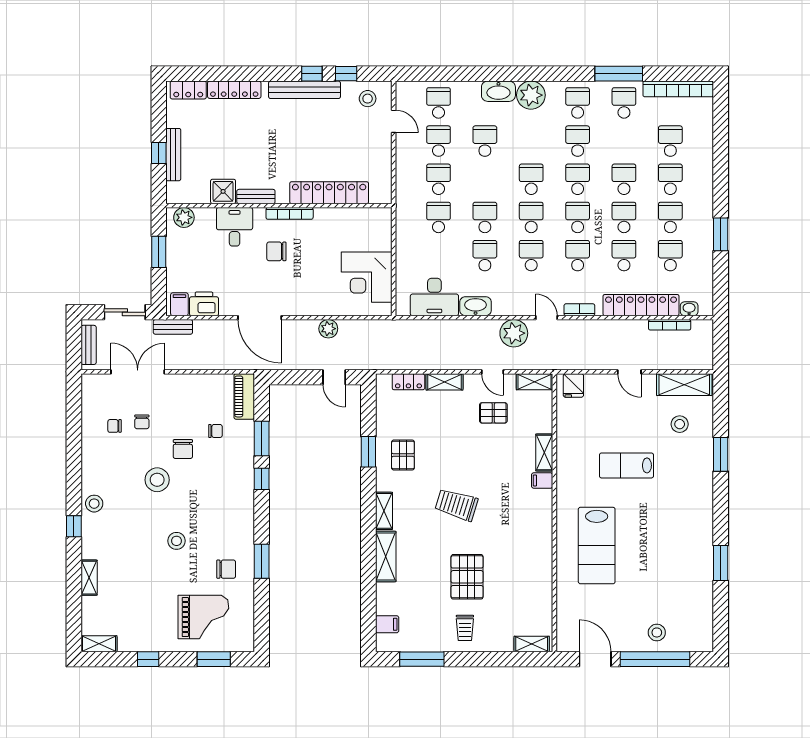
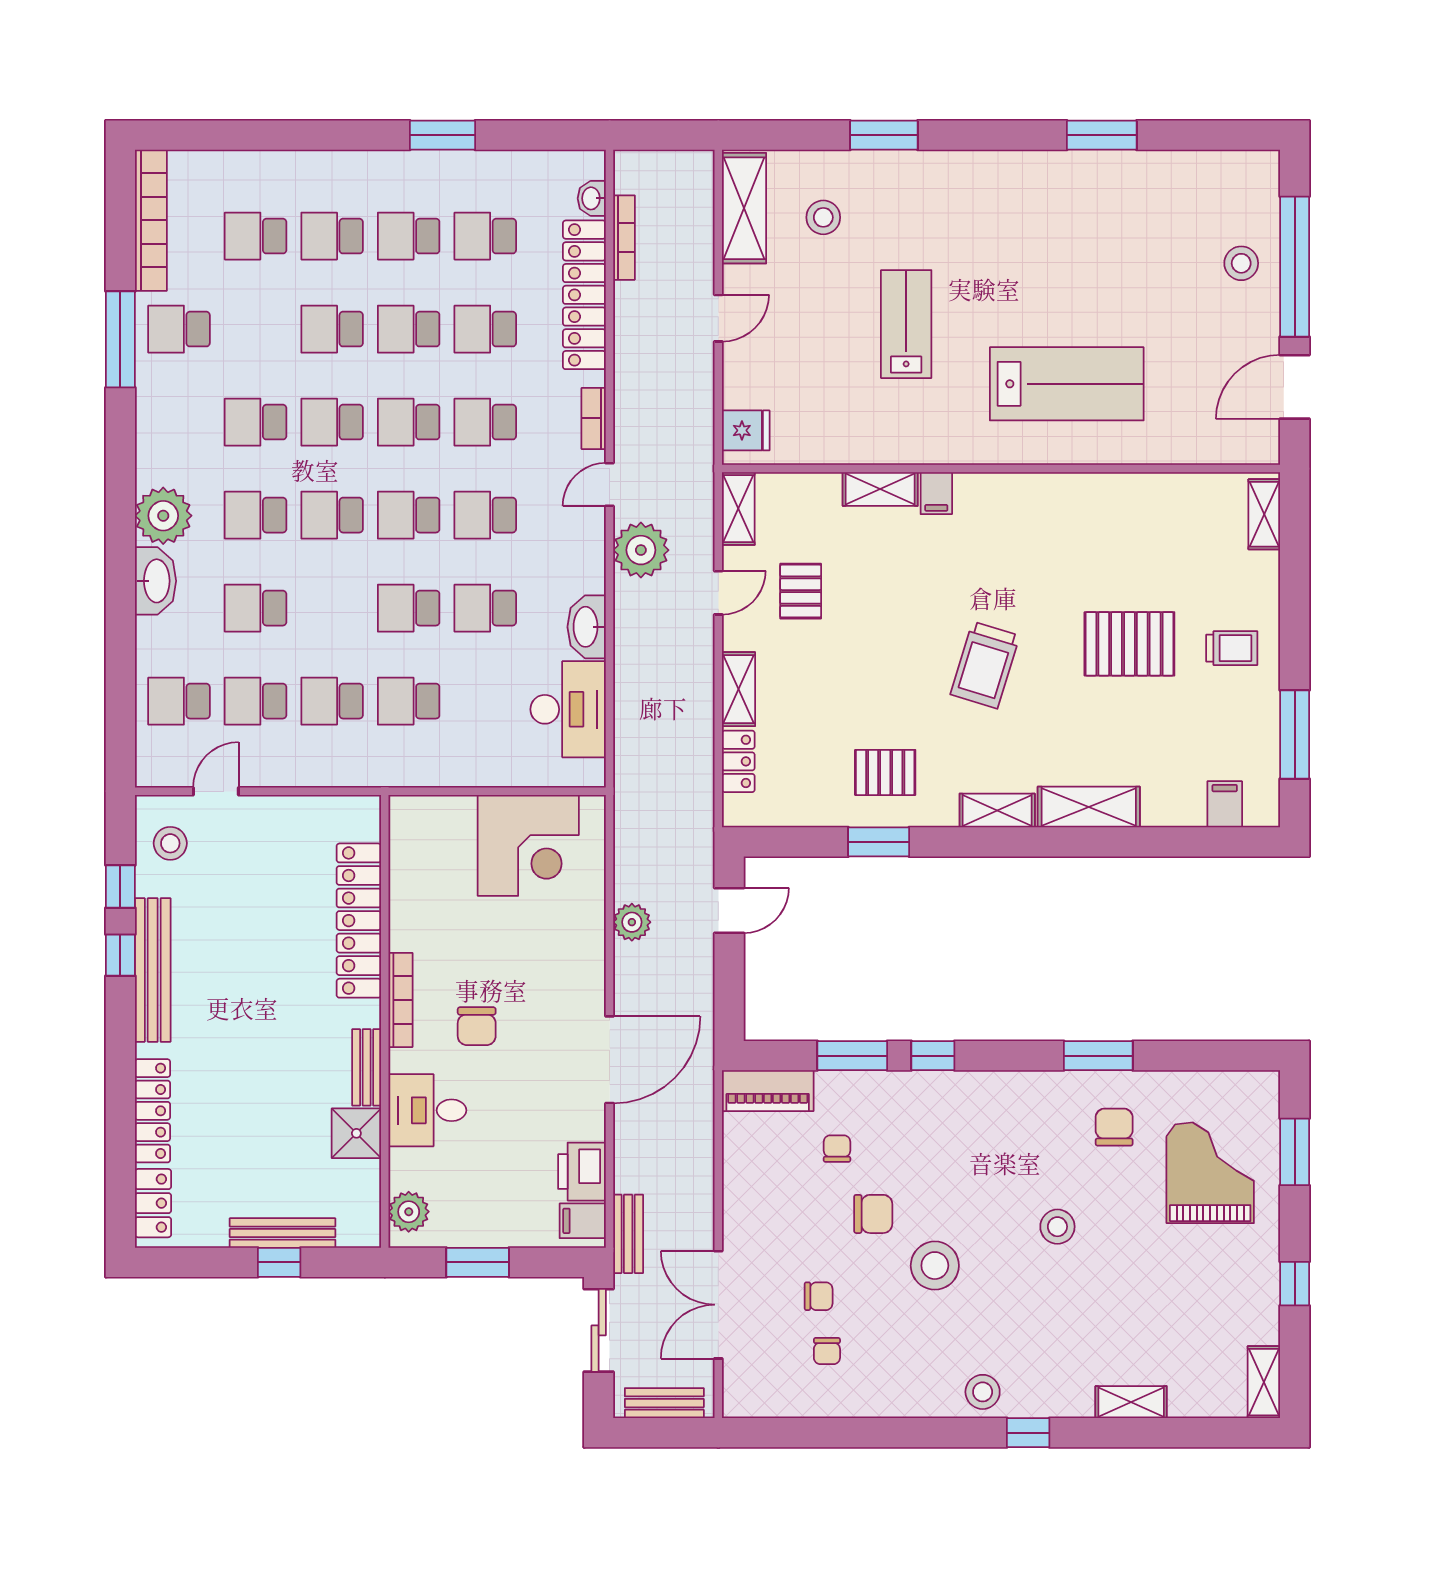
school desk: (578, 103) -> (256, 515), moved
lab bench: (626, 465) -> (906, 324), turned 180

